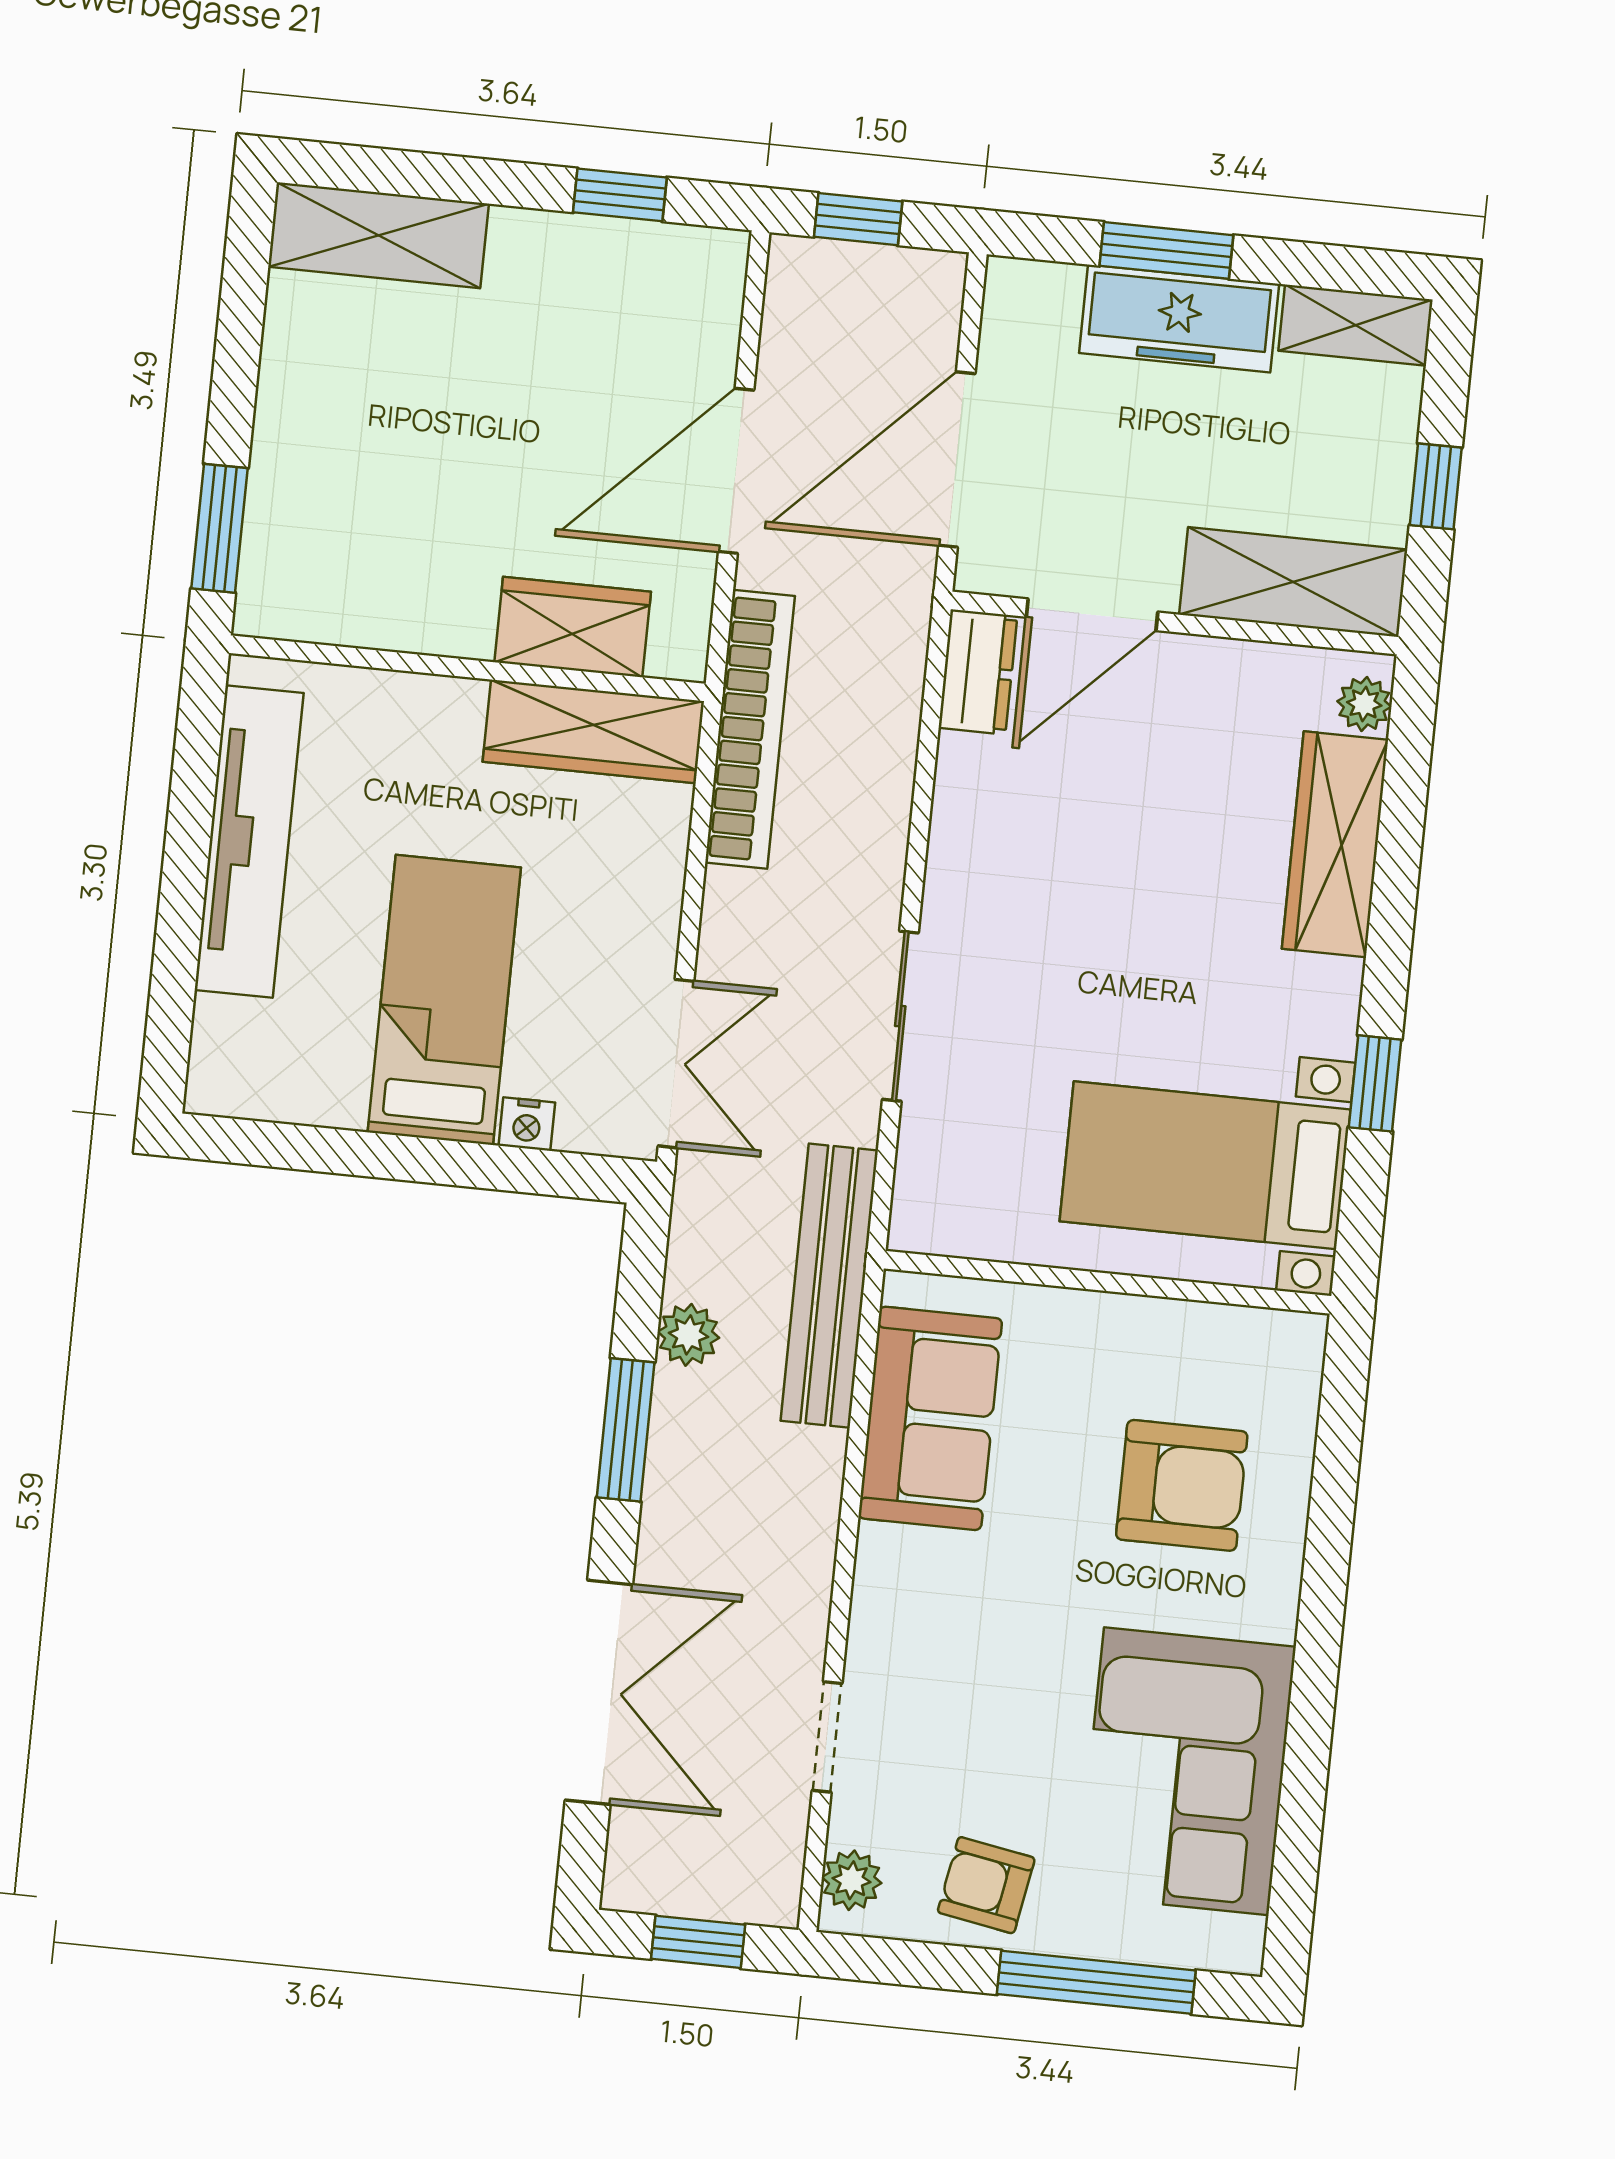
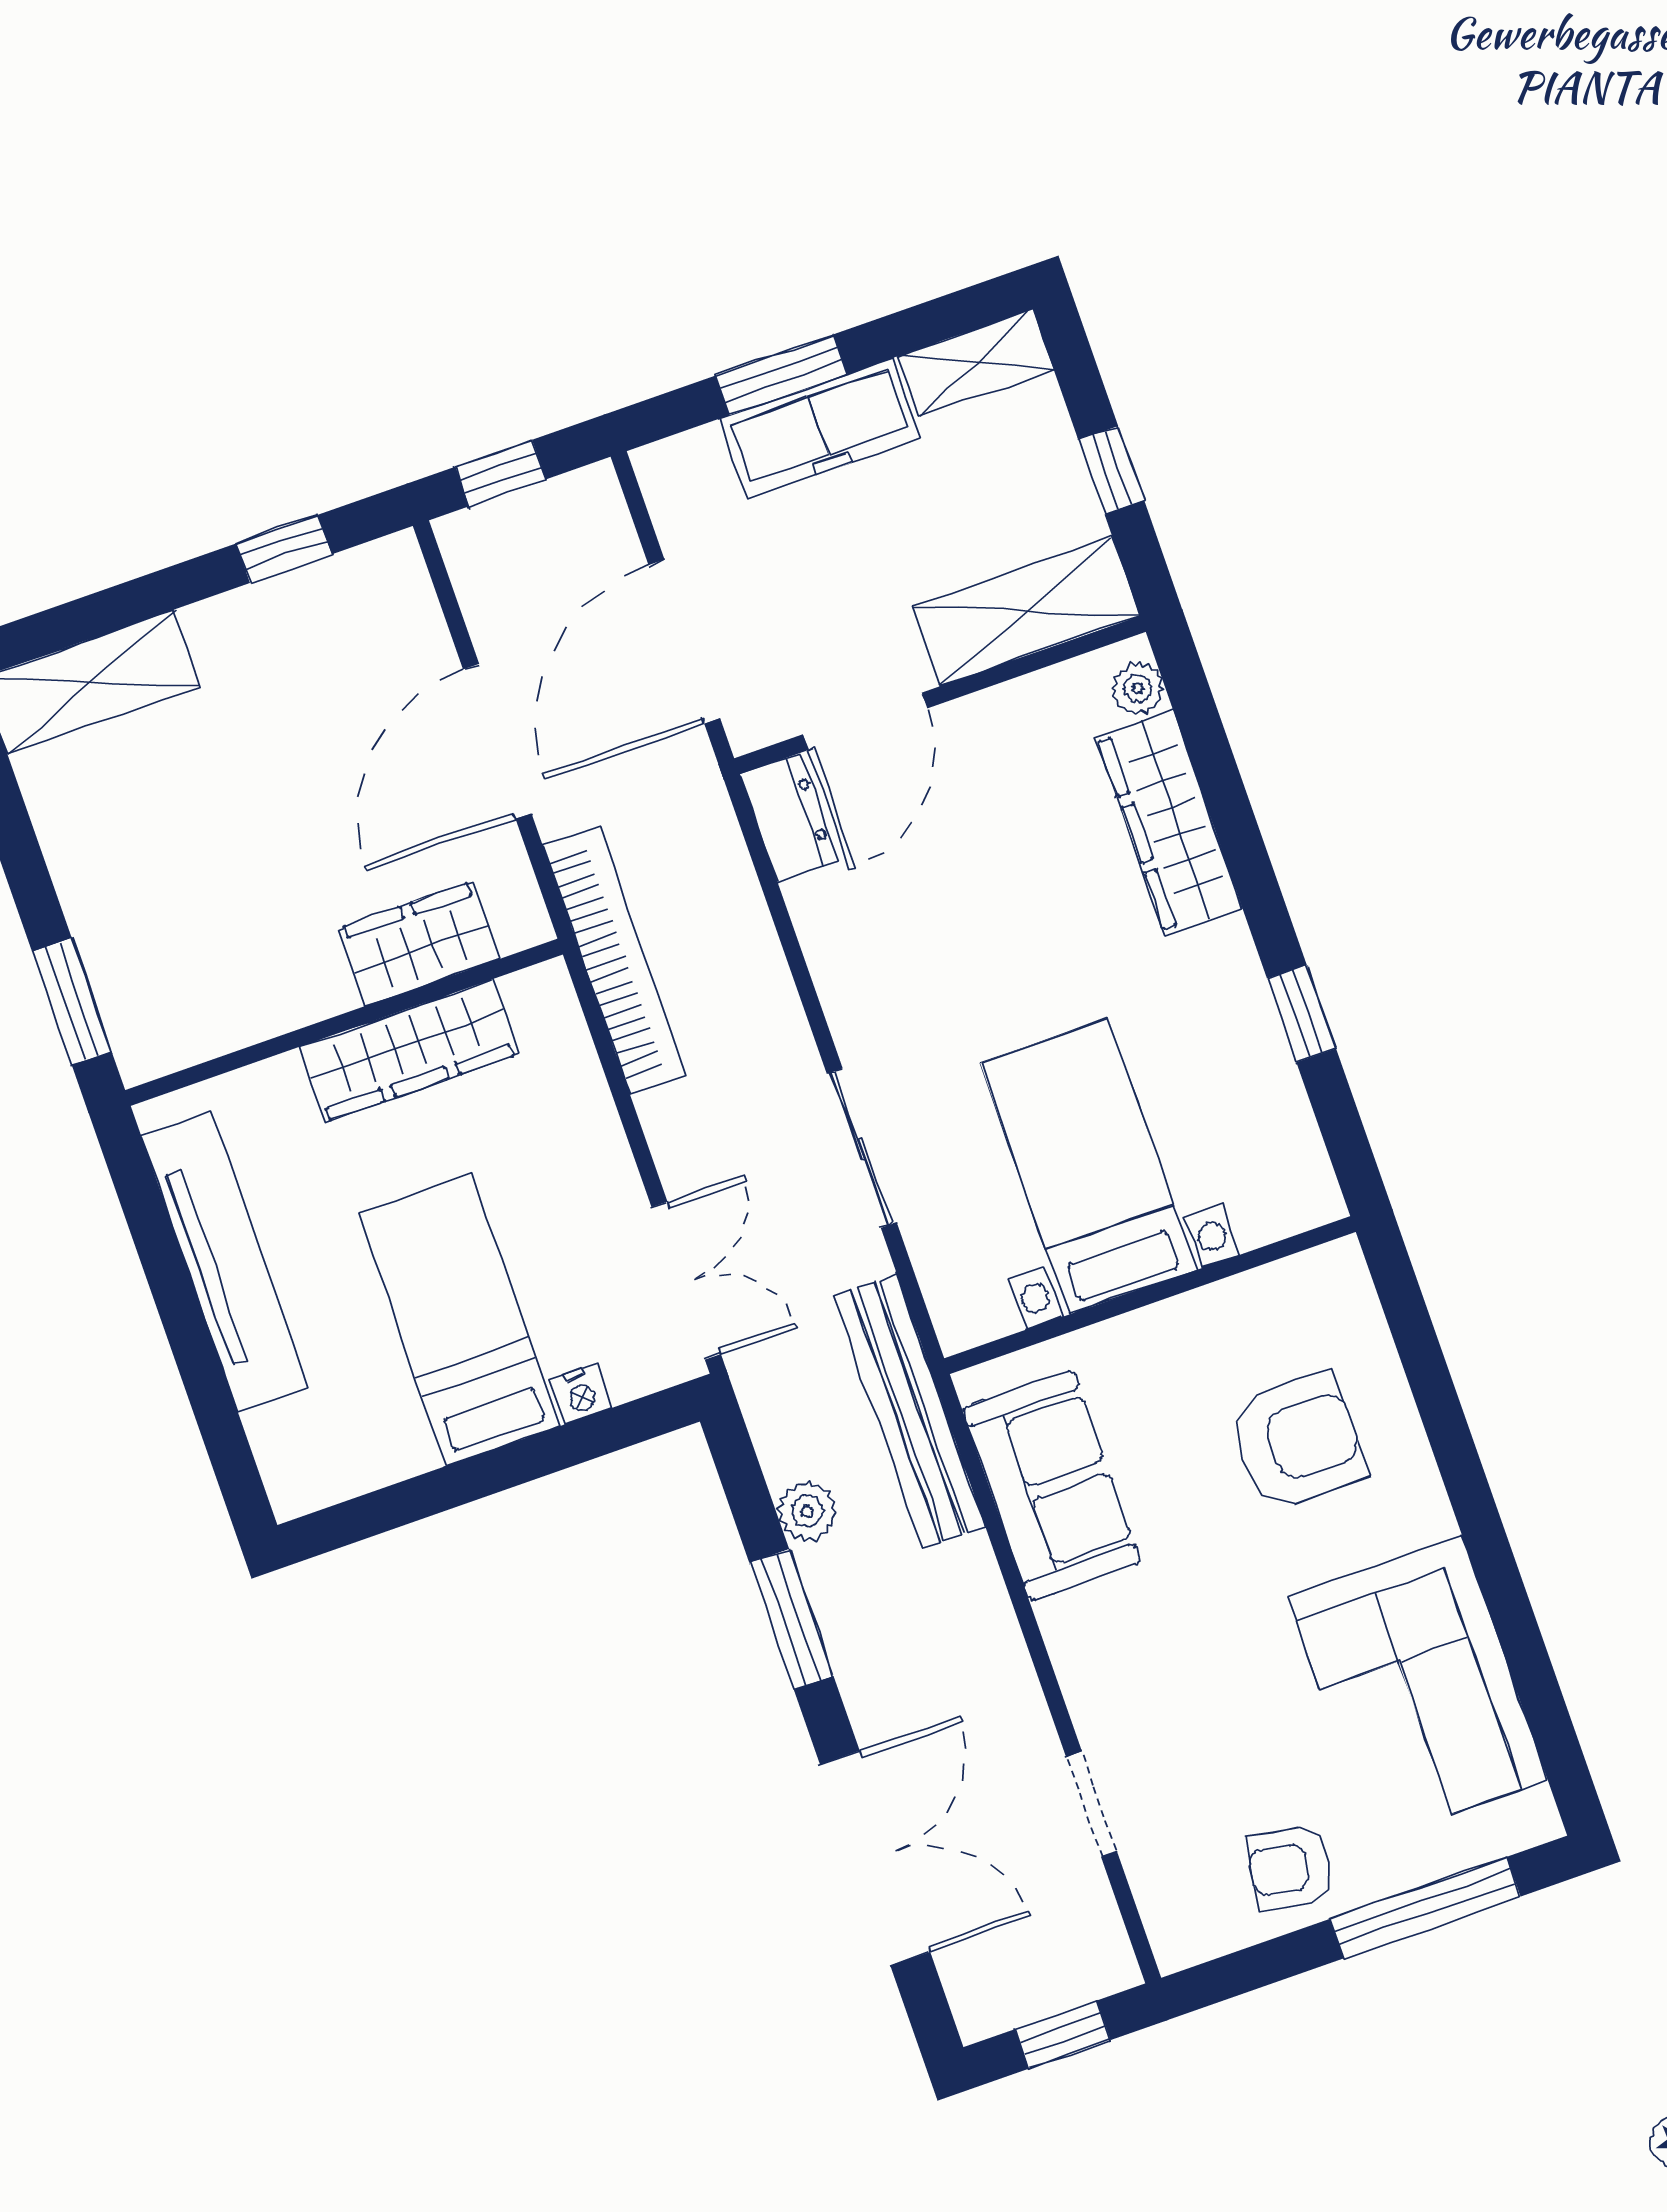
wardrobe: (593, 731) -> (409, 1051), moved
bed with nightstands: (1205, 1165) -> (1088, 1167), moved, turned 90
plant: (852, 1880) -> (1171, 1919), removed

